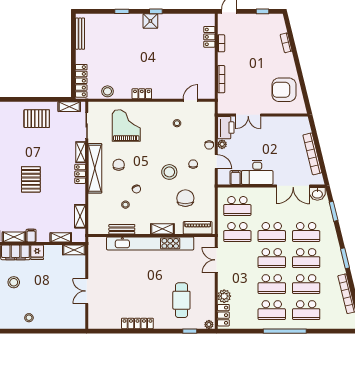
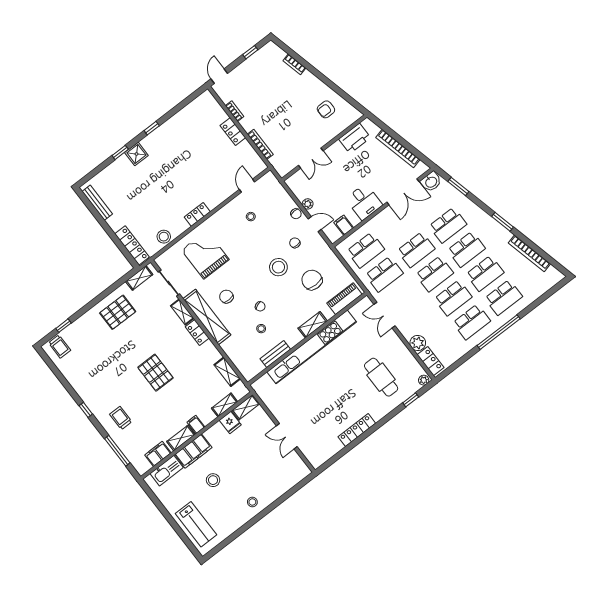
shower: (150, 21) -> (136, 154), moved
locker: (209, 37) -> (233, 132), moved
armchair: (284, 90) -> (326, 109), width x0.53, depth x0.53
printer: (226, 128) -> (355, 138), moved, turned 90
desk: (257, 172) -> (364, 202), width x0.73
fridge: (37, 252) -> (230, 423), moved

